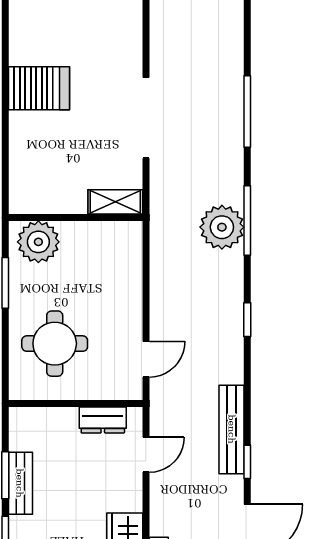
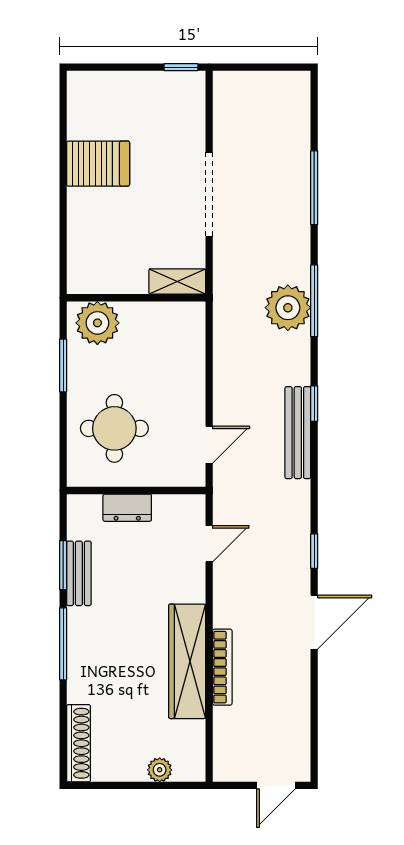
dresser: (103, 420) -> (127, 508), moved
bench: (232, 429) -> (298, 433), moved

